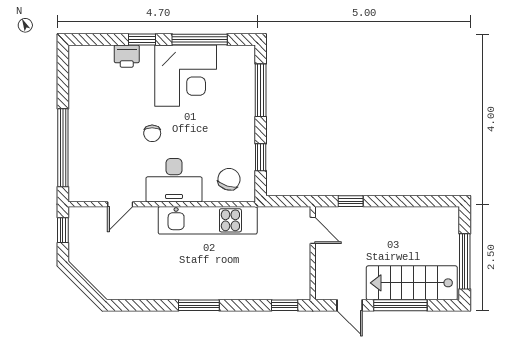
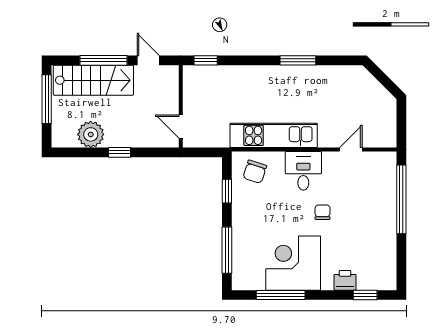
window: (142, 40) -> (365, 295), moved
desk: (174, 180) -> (303, 171), width x0.73
window: (351, 201) -> (119, 152), moved
plant: (415, 221) -> (91, 134), added
window: (63, 230) -> (401, 127), removed
window: (199, 305) -> (298, 60), moved

